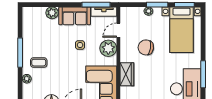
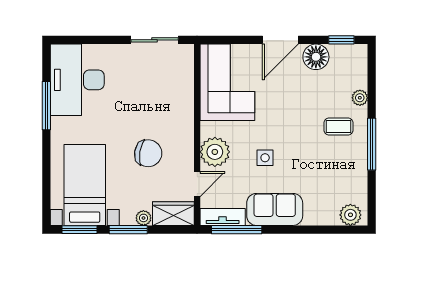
plant: (52, 13) -> (350, 215), moved
wardrobe: (127, 74) -> (173, 214), moved, turned 90

